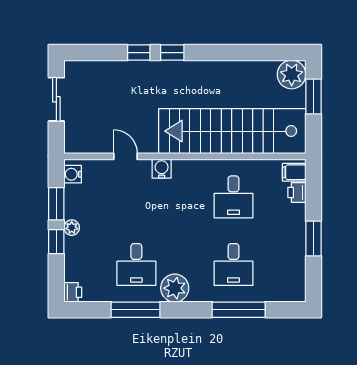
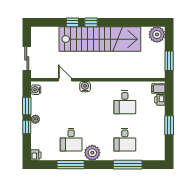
window: (313, 97) -> (169, 61), moved
sliding door: (56, 99) -> (27, 58), moved
stairs: (232, 131) -> (100, 39), moved, turned 180

